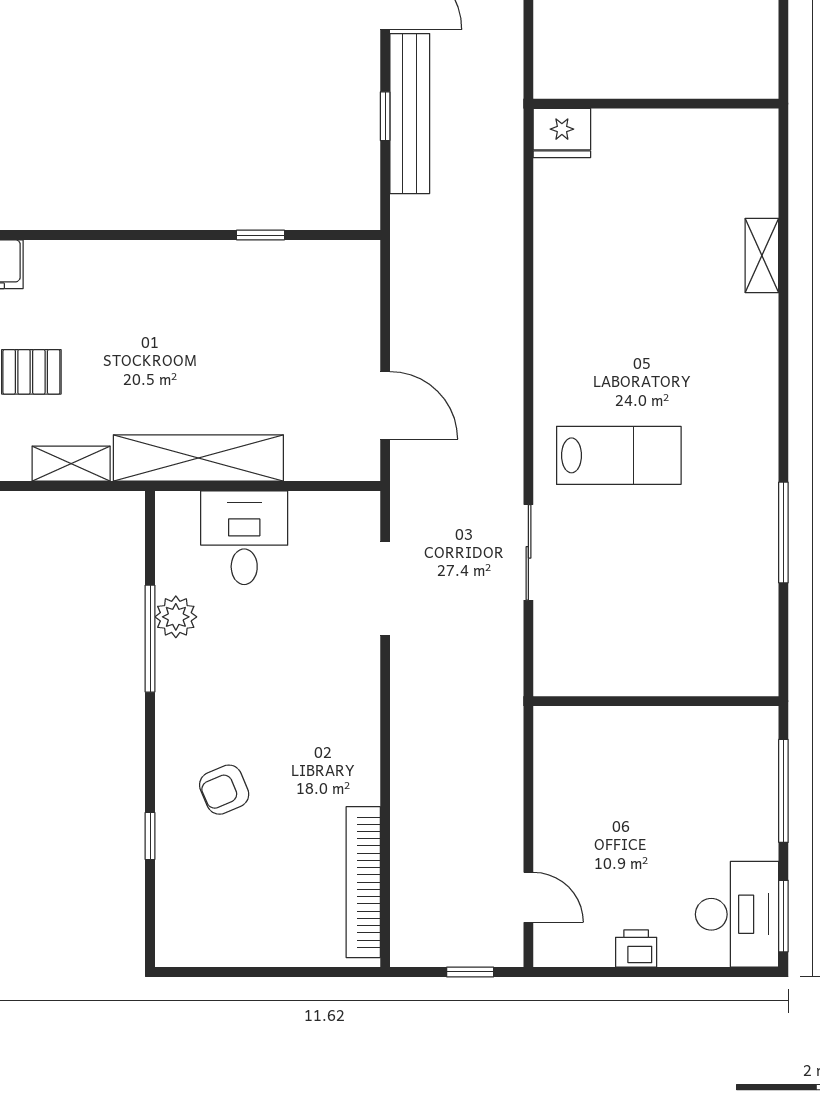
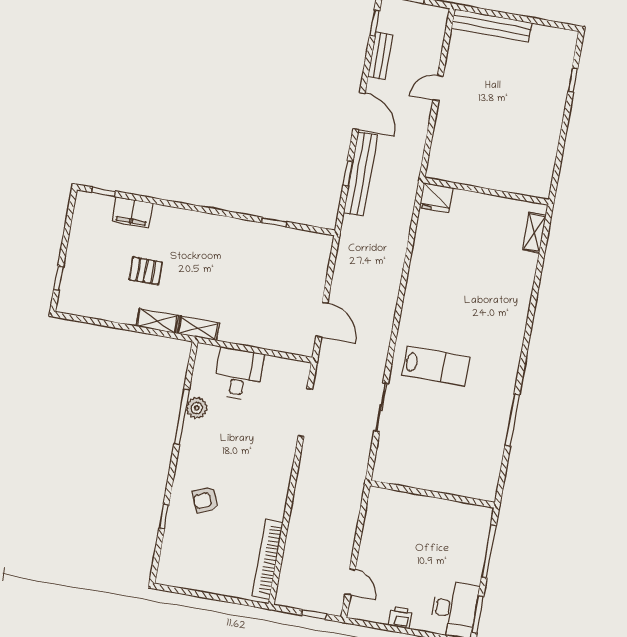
shelving: (762, 256) -> (534, 233), moved
shelving: (198, 458) -> (198, 328), width x0.45, depth x0.75

